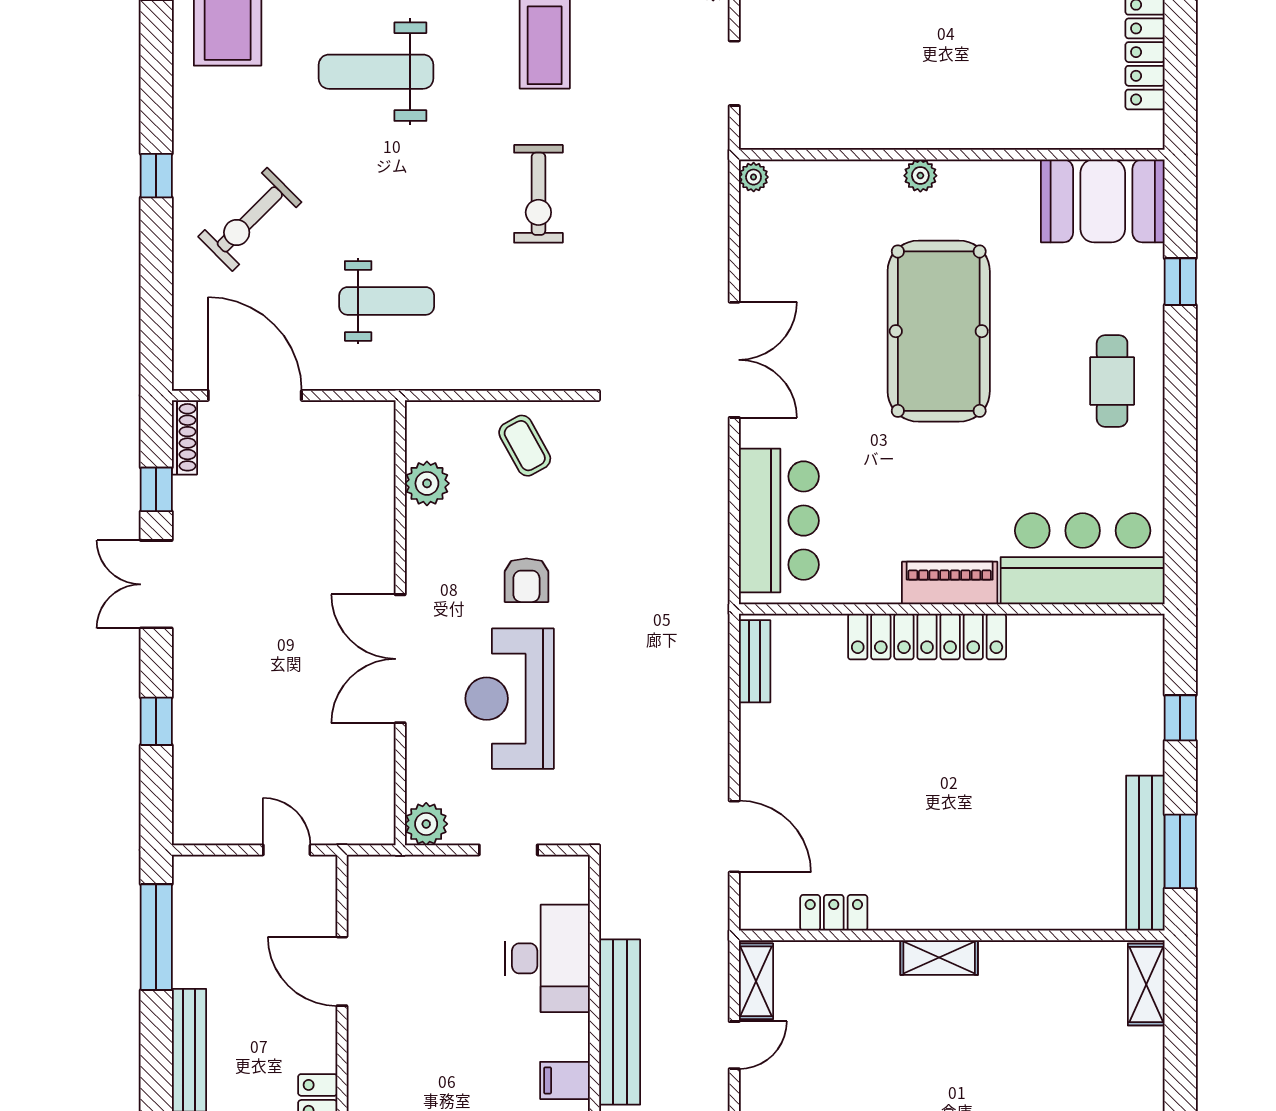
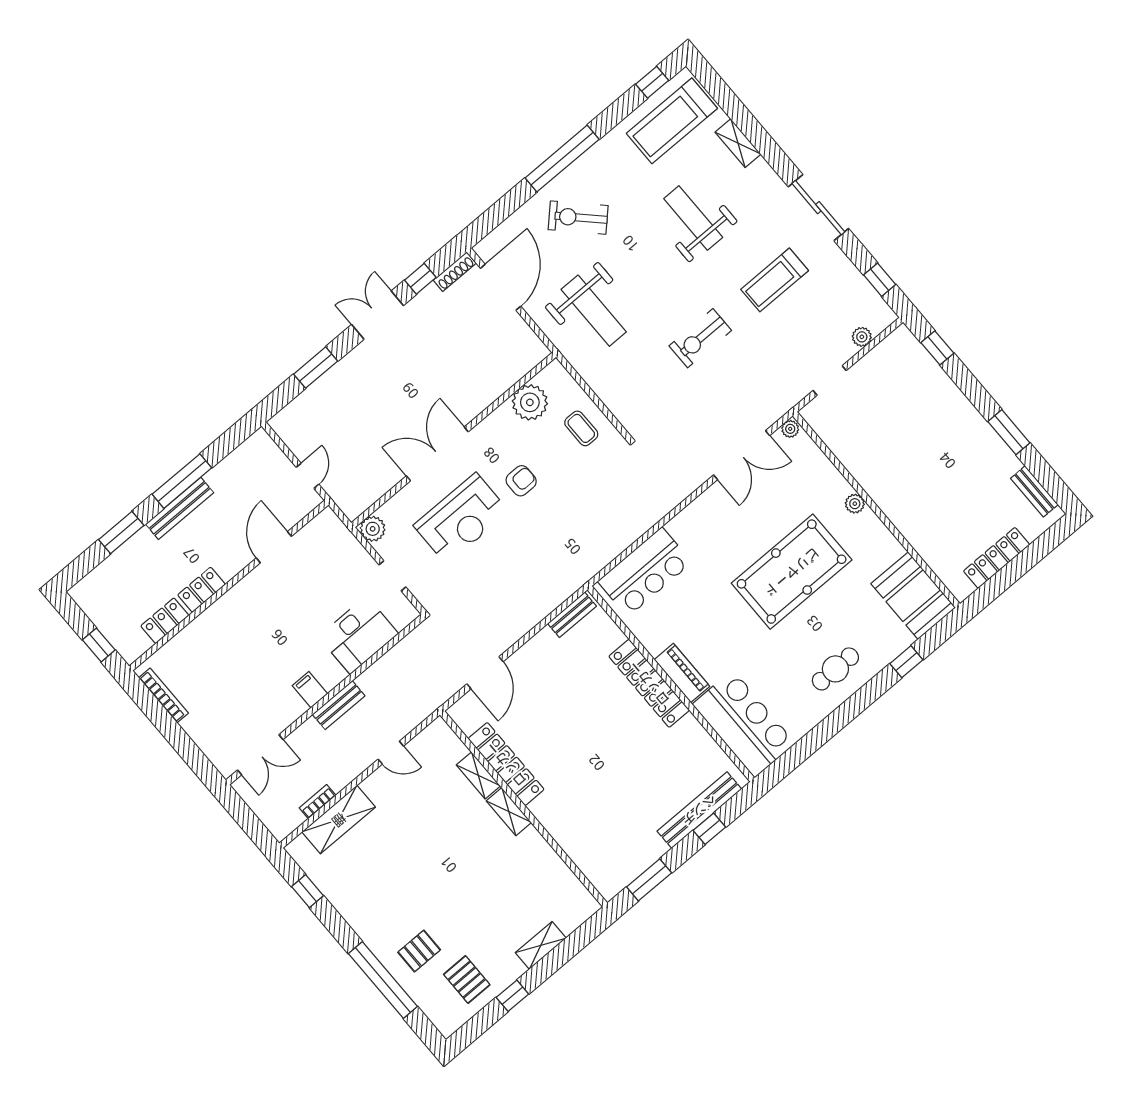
window: (156, 176) -> (562, 159), width x3.17
weight bench: (387, 301) -> (594, 311), width x1.36, depth x1.33
double door: (734, 360) -> (742, 455), moved
coffee table: (525, 446) -> (581, 428), turned -61
plant: (427, 483) -> (530, 402), width x1.36, depth x1.36
armchair: (526, 580) -> (521, 481), turned 180
reception desk: (510, 699) -> (461, 518), turned 180
window: (156, 721) -> (316, 368), width x1.50
bench: (1145, 853) -> (699, 810), moved
locker: (834, 913) -> (506, 764), width x2.16, depth x1.21
window: (156, 937) -> (182, 481), moved
shelving: (756, 981) -> (478, 775), moved, turned 90
shelving: (1146, 984) -> (541, 945), moved
bench: (620, 1022) -> (339, 705), width x0.54, depth x0.82

